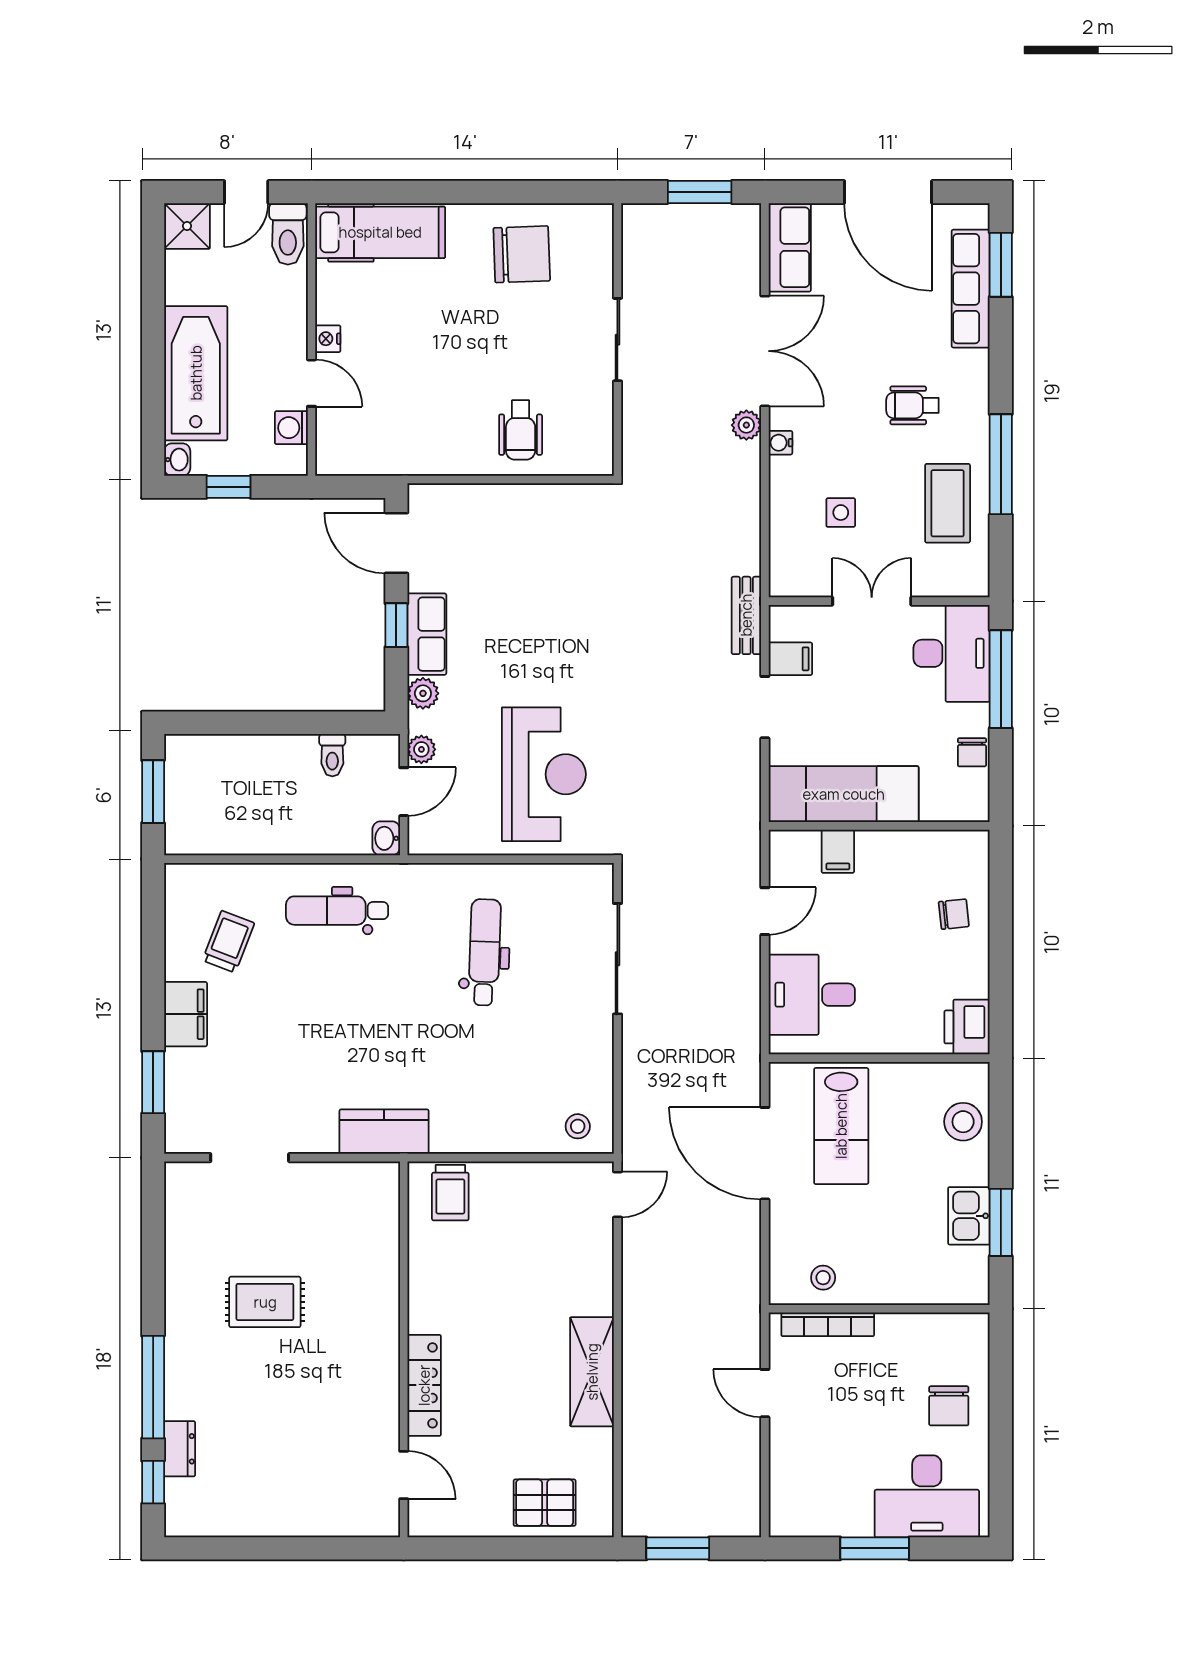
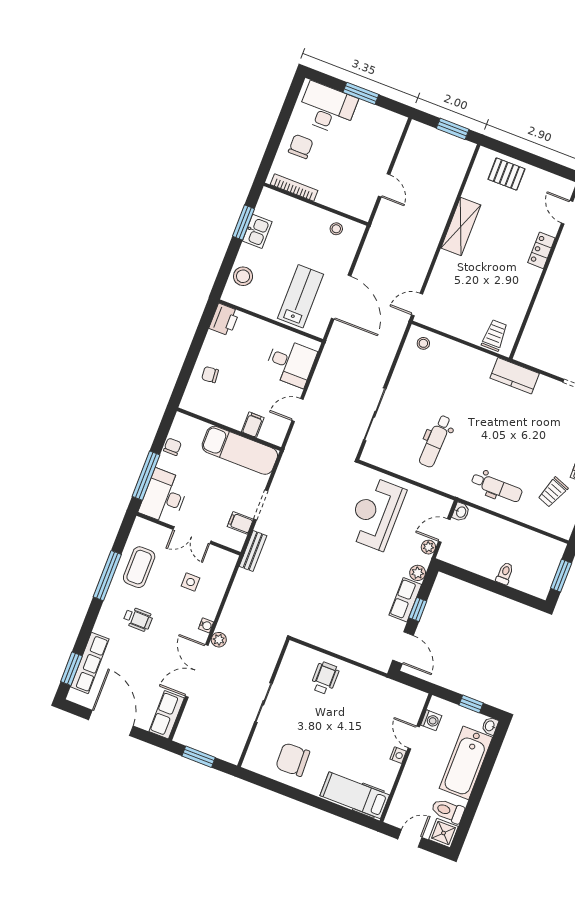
toilet: (288, 234) -> (448, 811), moved, turned -90
toilet: (332, 755) -> (505, 573), moved
bookcase: (828, 1324) -> (294, 187), moved
locker: (424, 1385) -> (541, 250), width x0.66

